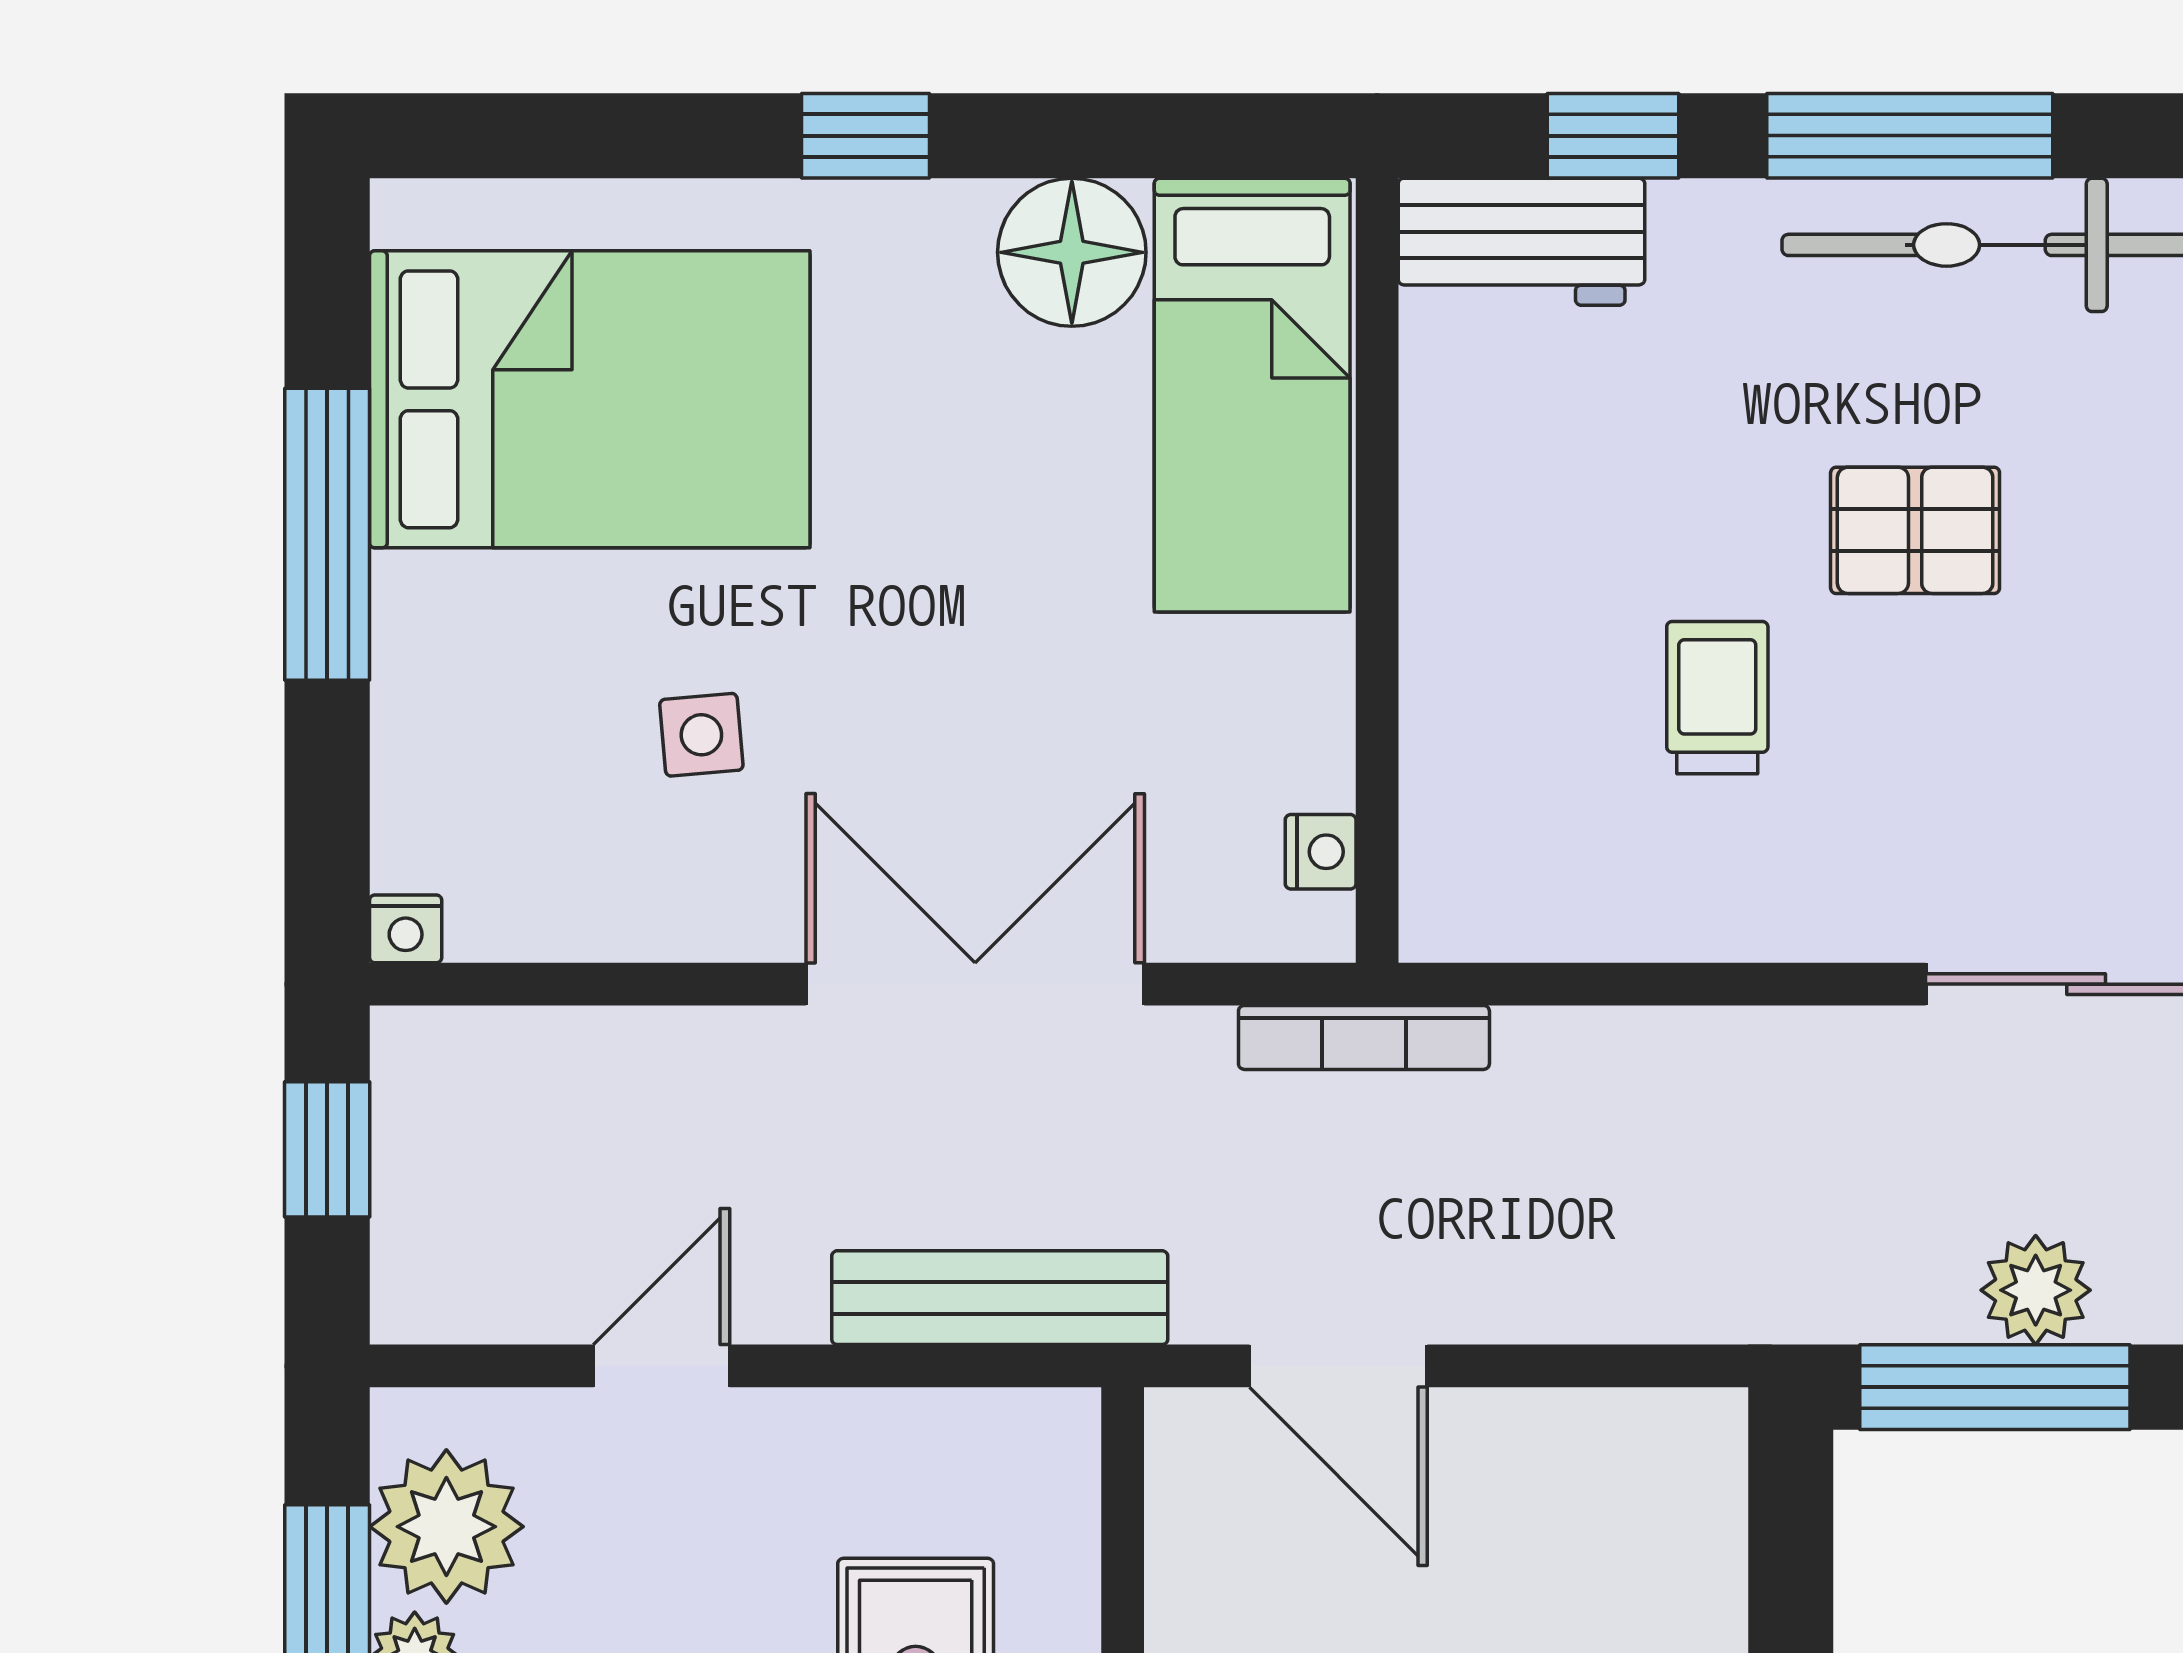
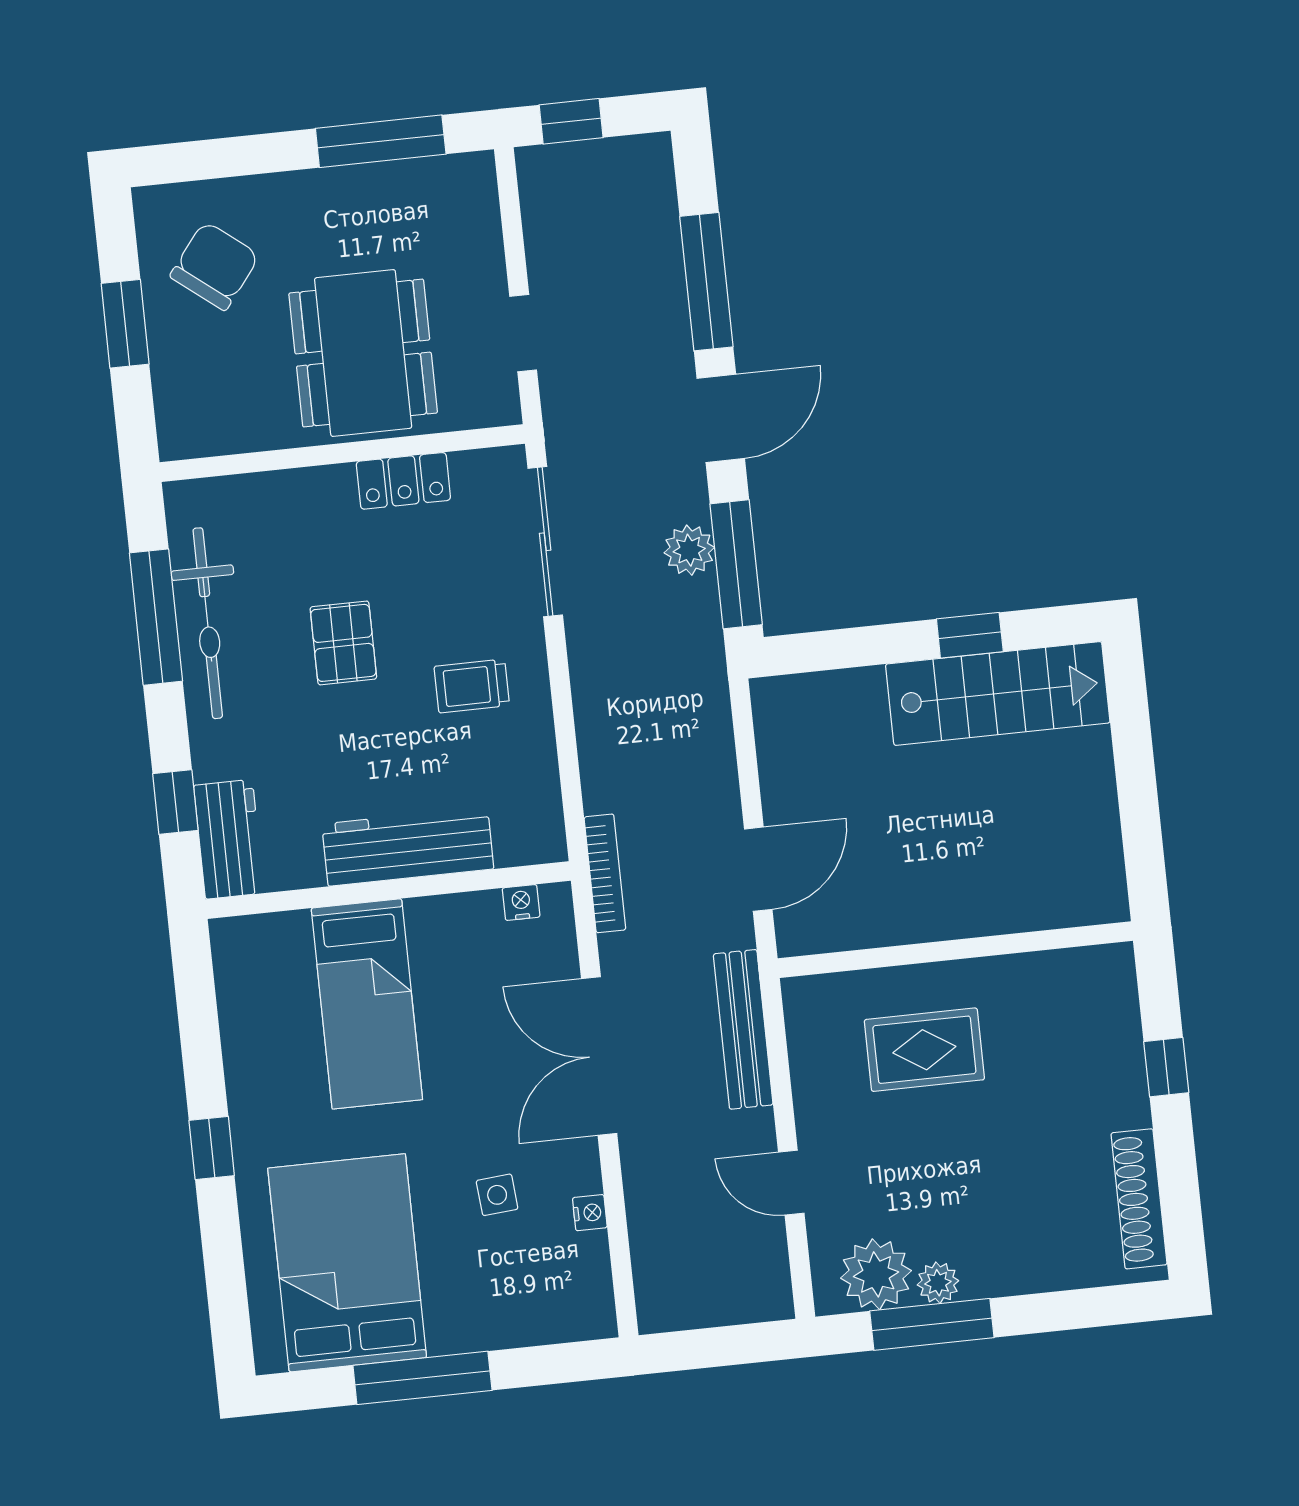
window: (1910, 136) -> (156, 617), moved
floor lamp: (1072, 252) -> (256, 1047), removed
bed: (1252, 395) -> (367, 1004), moved, turned 90
workbench: (1466, 622) -> (408, 847), added
trolley: (1717, 698) -> (472, 686), moved
nightstand: (406, 929) -> (590, 1213), moved
window: (327, 1149) -> (707, 1348), removed

